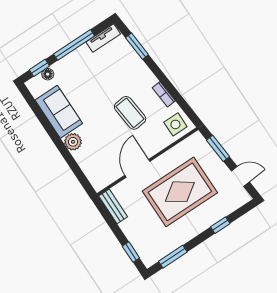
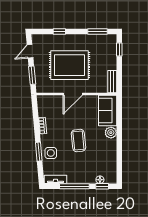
window: (137, 46) -> (39, 152), moved
sofa: (59, 112) -> (108, 110), moved
coffee table: (130, 113) -> (78, 141), moved
side table: (175, 124) -> (51, 153), moved
door: (137, 168) -> (73, 94), moved
door: (240, 176) -> (30, 51), hinge flipped

